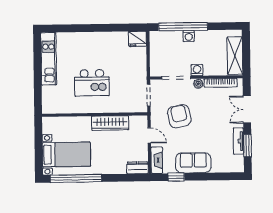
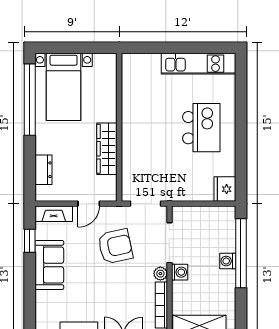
kitchen island: (92, 83) -> (201, 128), moved, turned 180
dresser: (138, 168) -> (43, 170), moved

